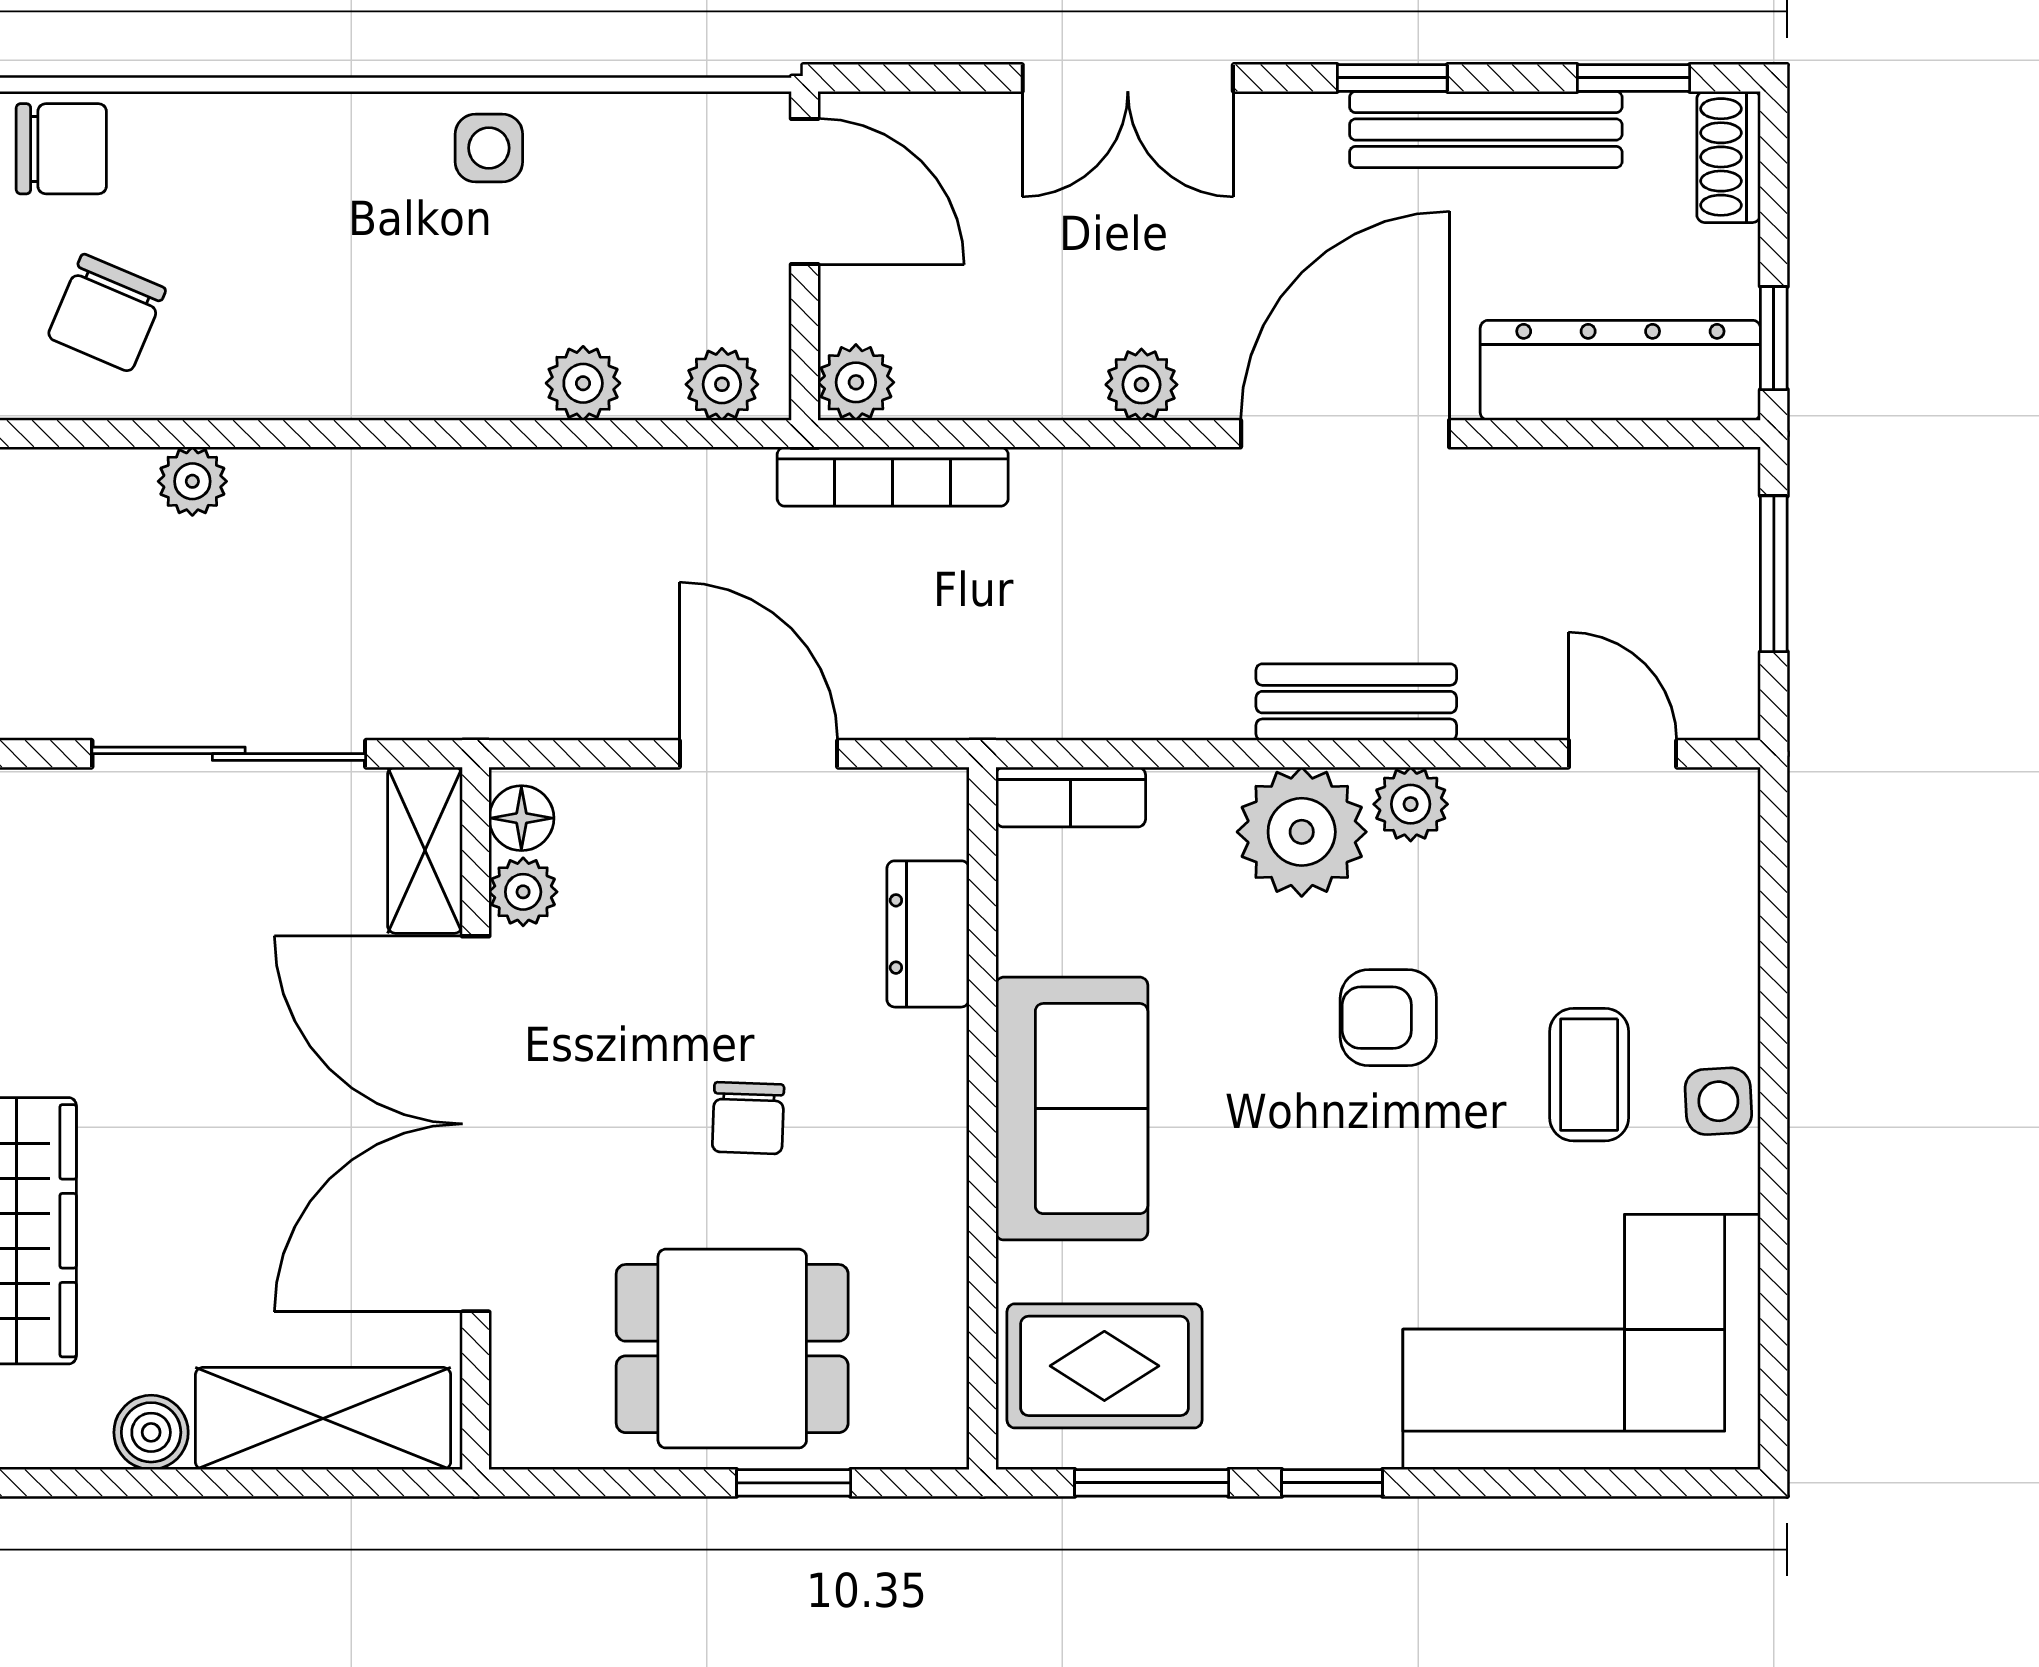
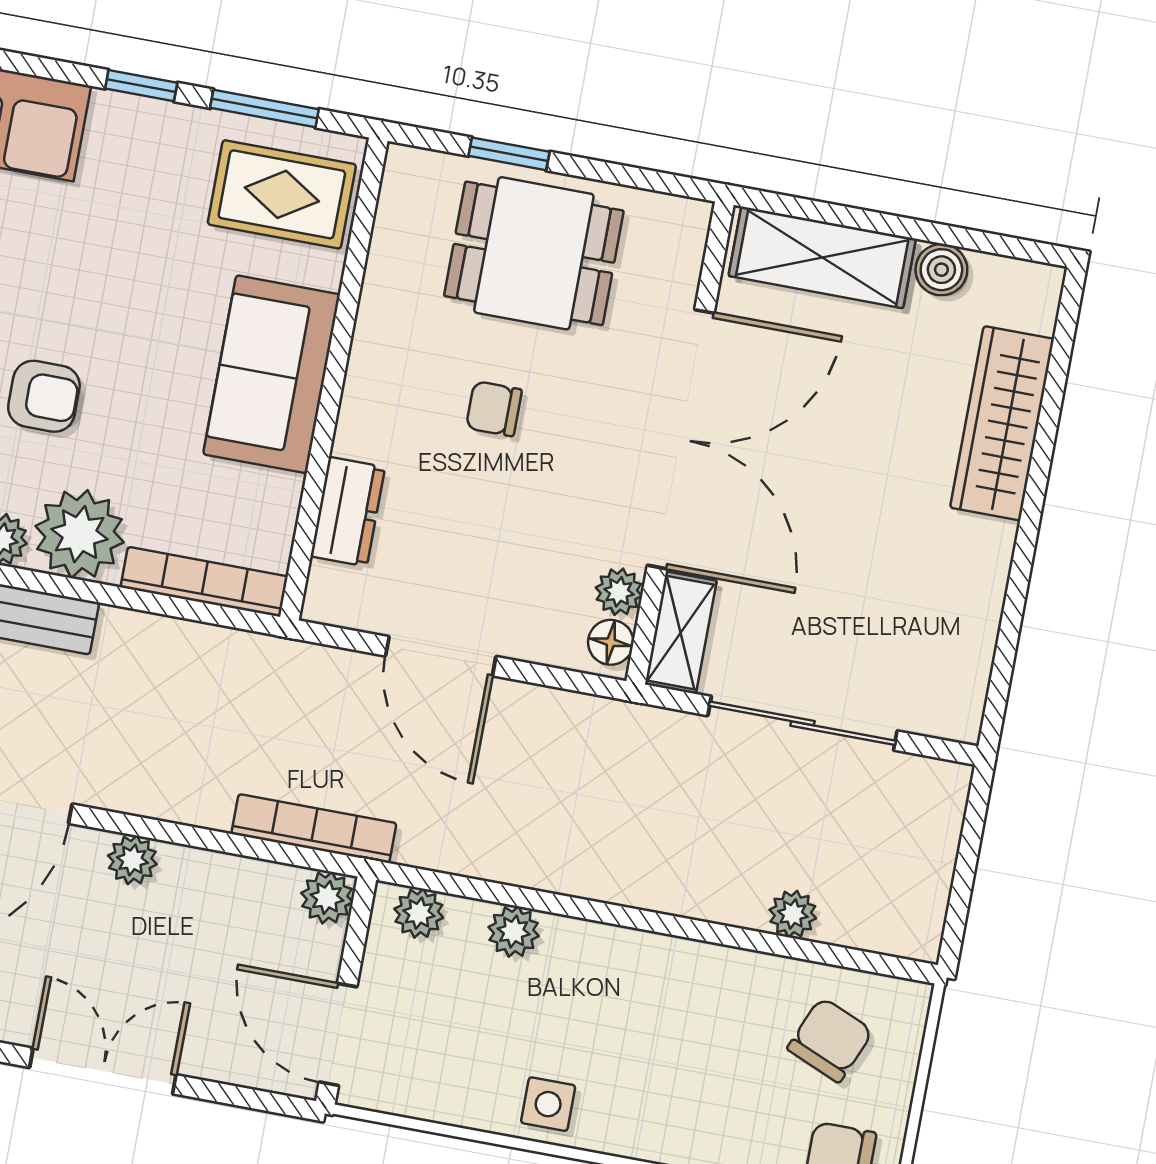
bookcase: (1071, 797) -> (204, 582), width x1.56
chair: (748, 1118) -> (494, 409), turned -92

